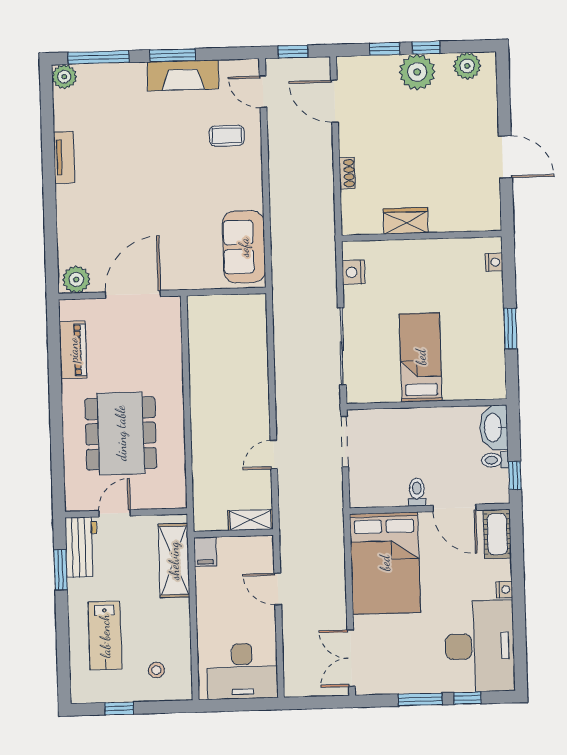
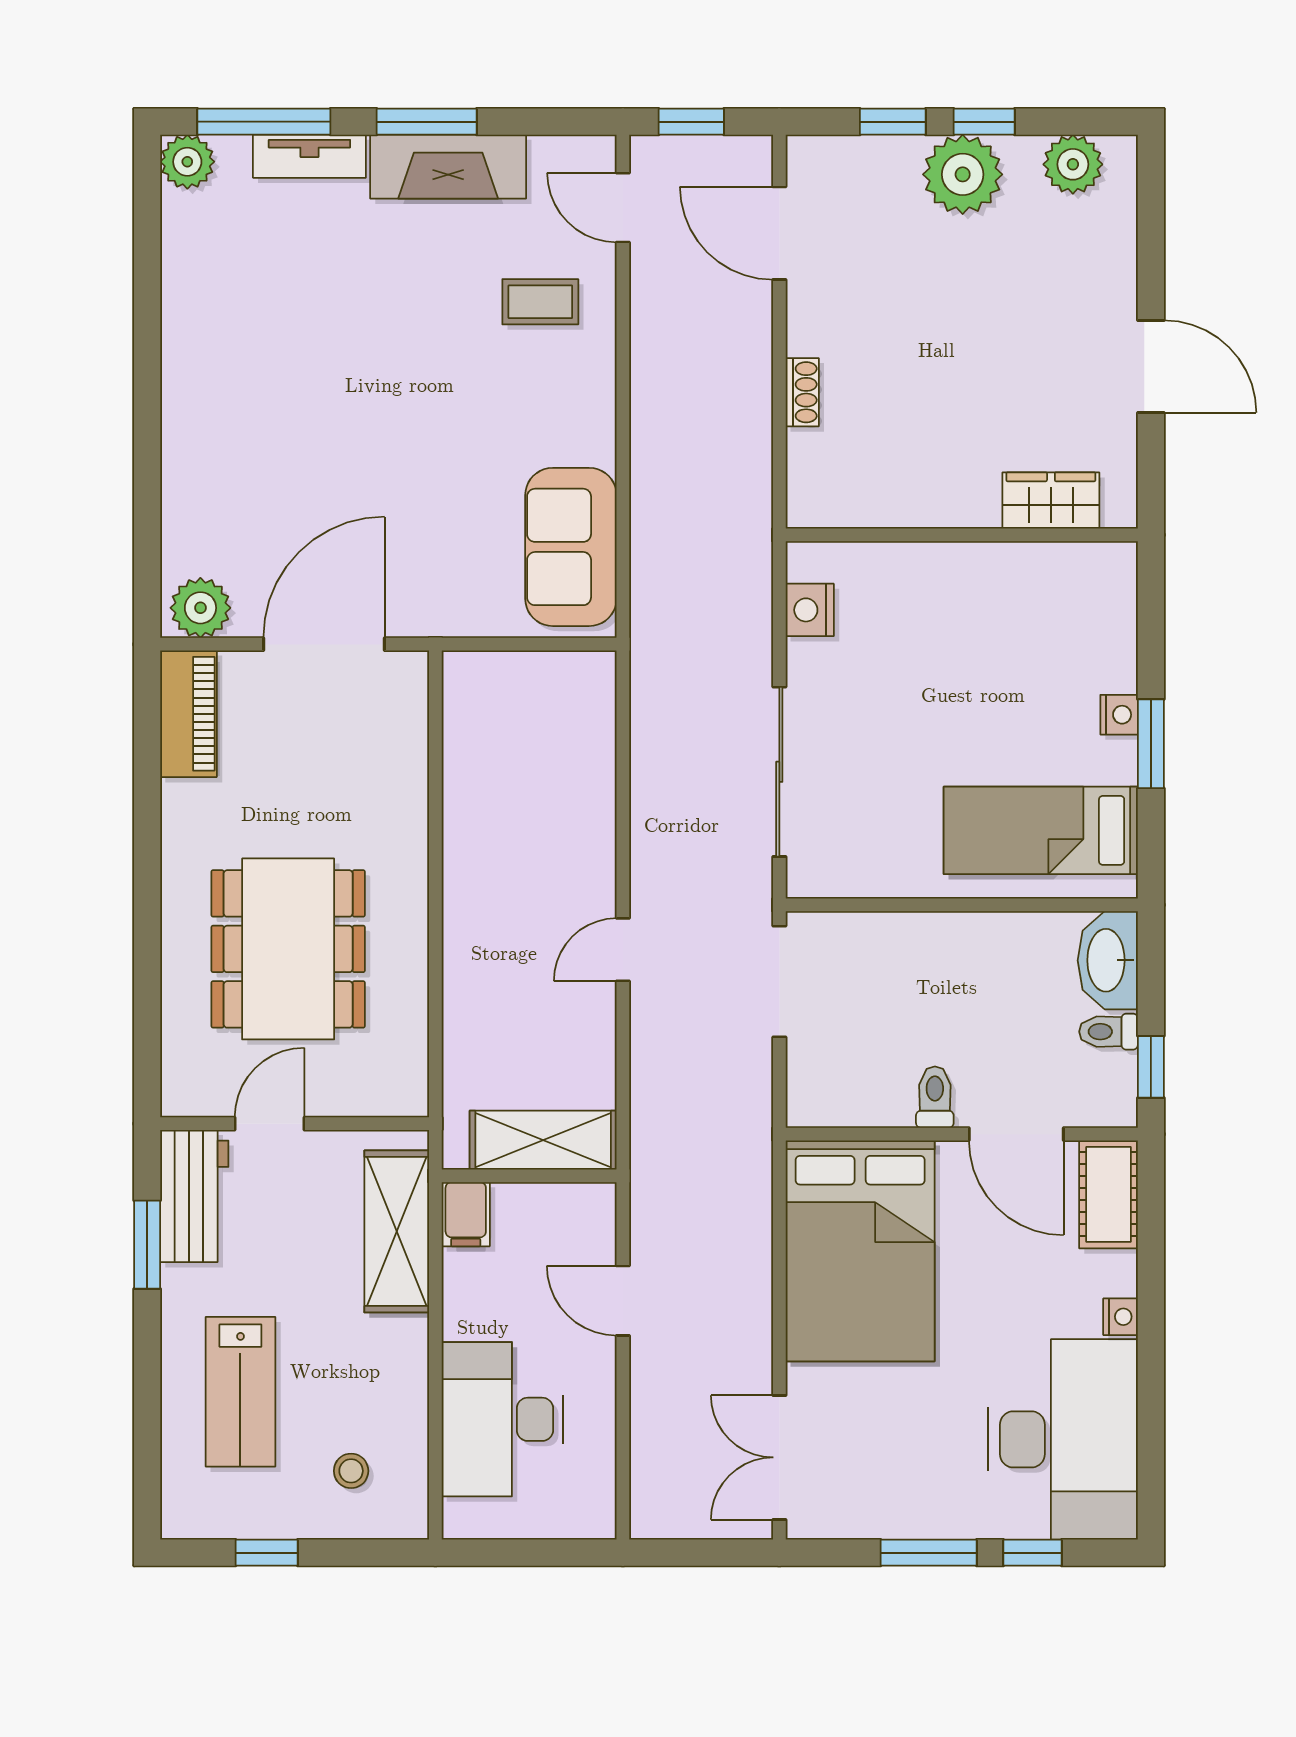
tv unit: (64, 157) -> (309, 156), moved, turned 90
wardrobe: (406, 221) -> (1051, 500), moved
nightstand: (494, 262) -> (1119, 715), moved
piano: (73, 350) -> (188, 714), moved
bed: (421, 357) -> (1041, 830), moved, turned -90
door: (274, 454) -> (623, 950), moved
shelving: (251, 520) -> (543, 1140), width x1.50, depth x1.33
desk: (242, 671) -> (502, 1419), moved, turned 90

